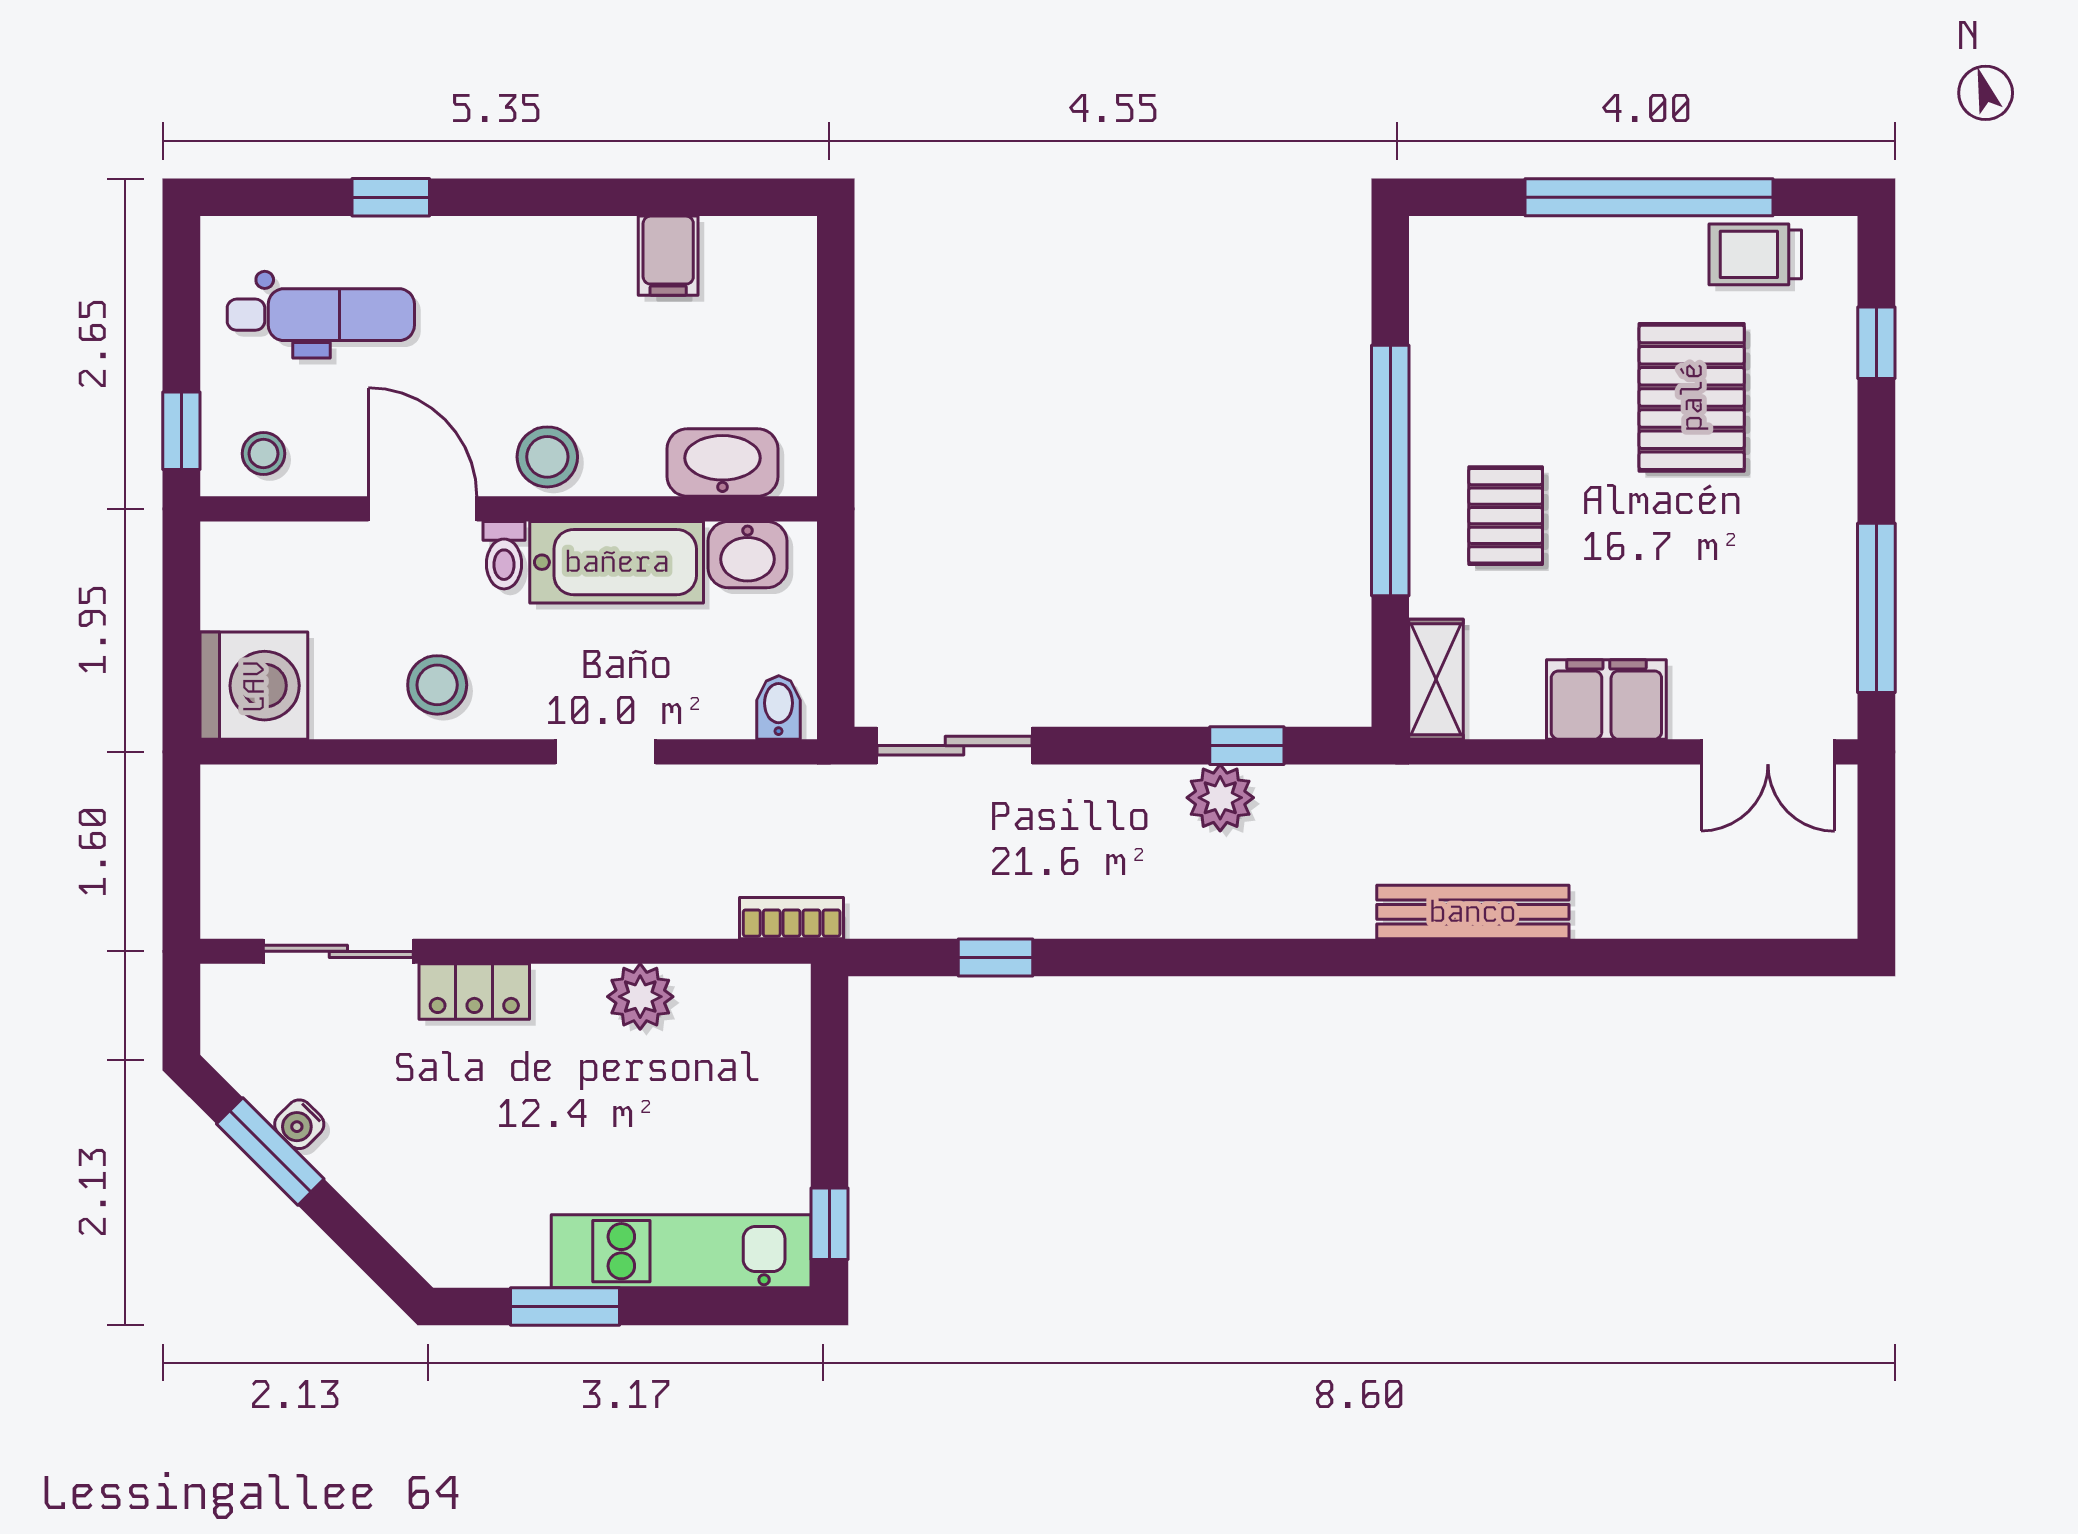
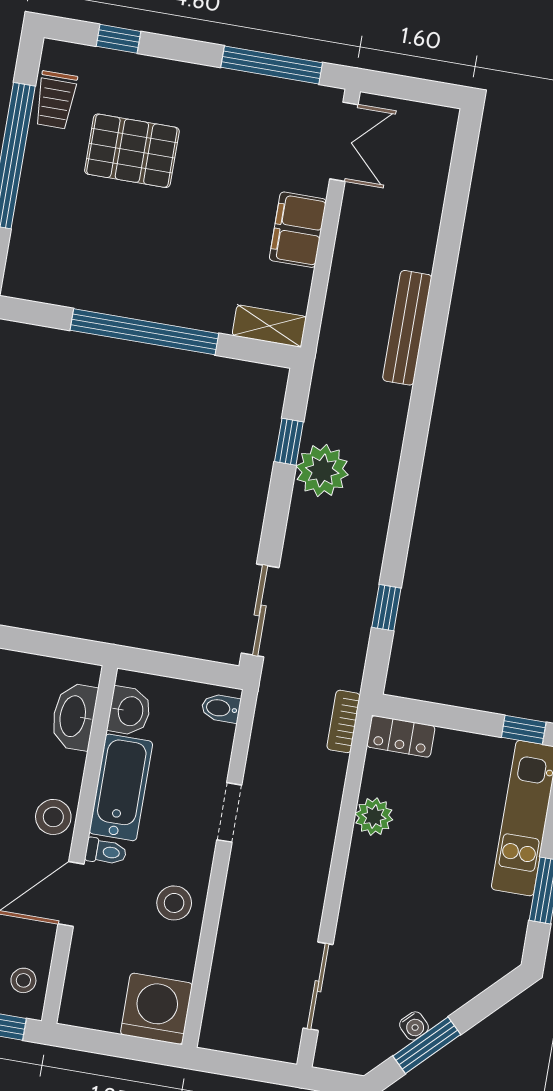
pallet: (1506, 516) -> (182, 270), removed
plant: (1220, 798) -> (322, 470), width x1.36, depth x1.36
locker: (474, 992) -> (401, 736), moved, turned 90

